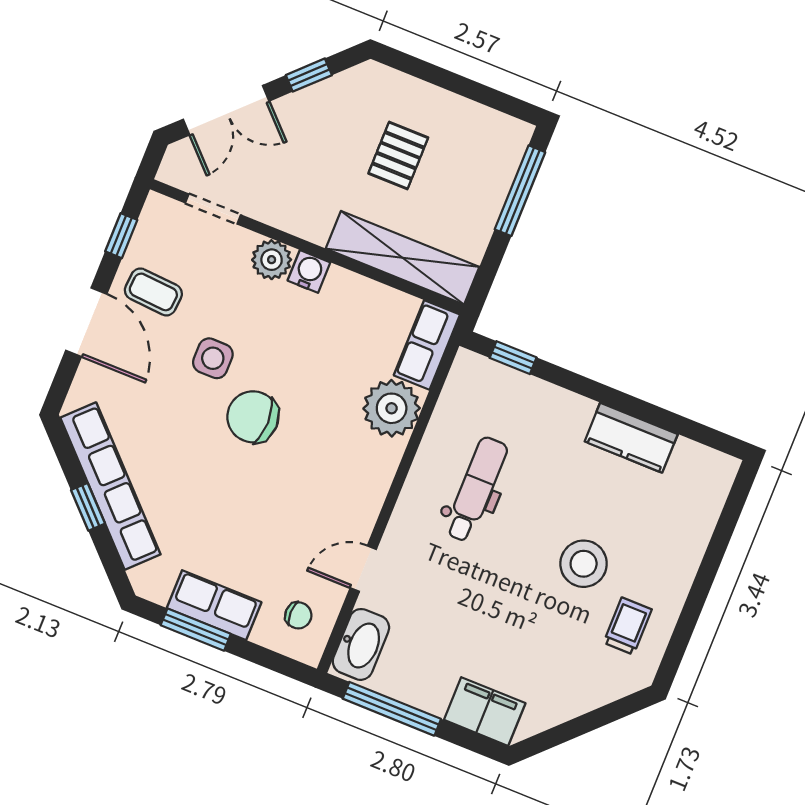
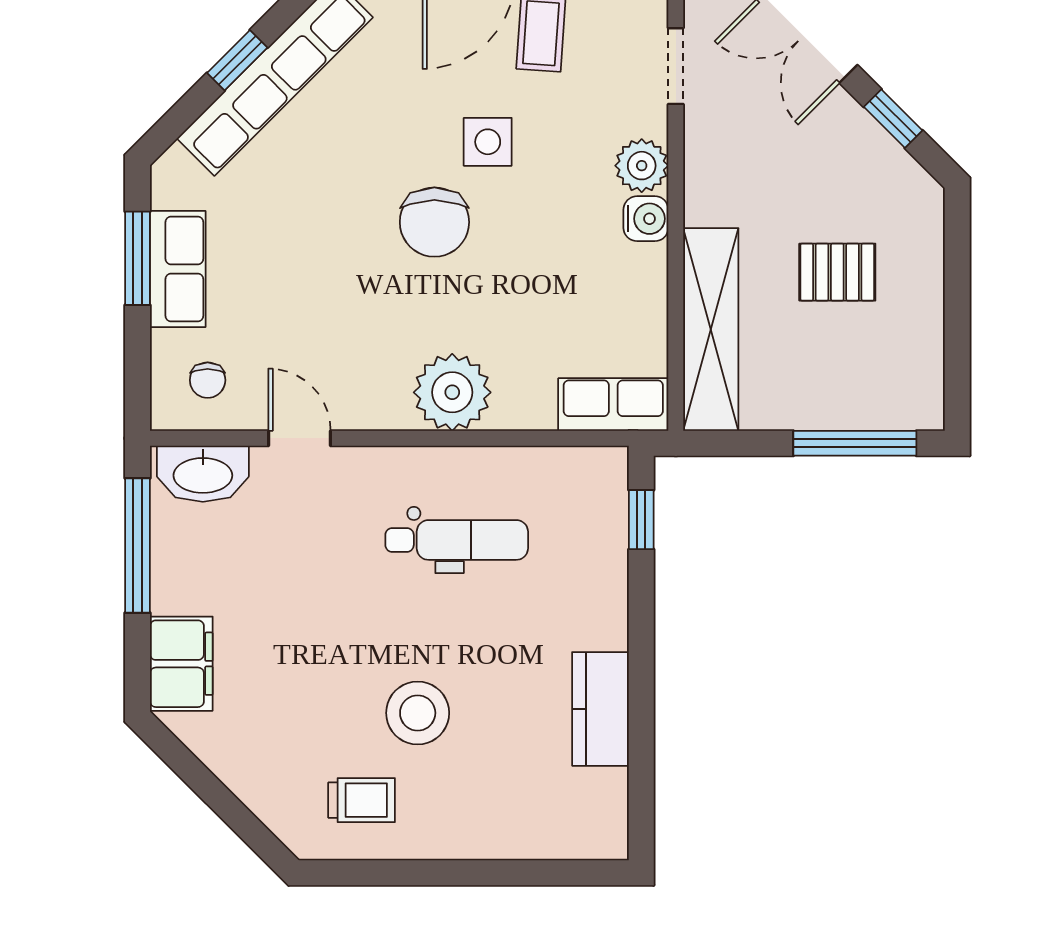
plant: (392, 408) -> (452, 392), moved
chair: (253, 417) -> (434, 222), turned 180

